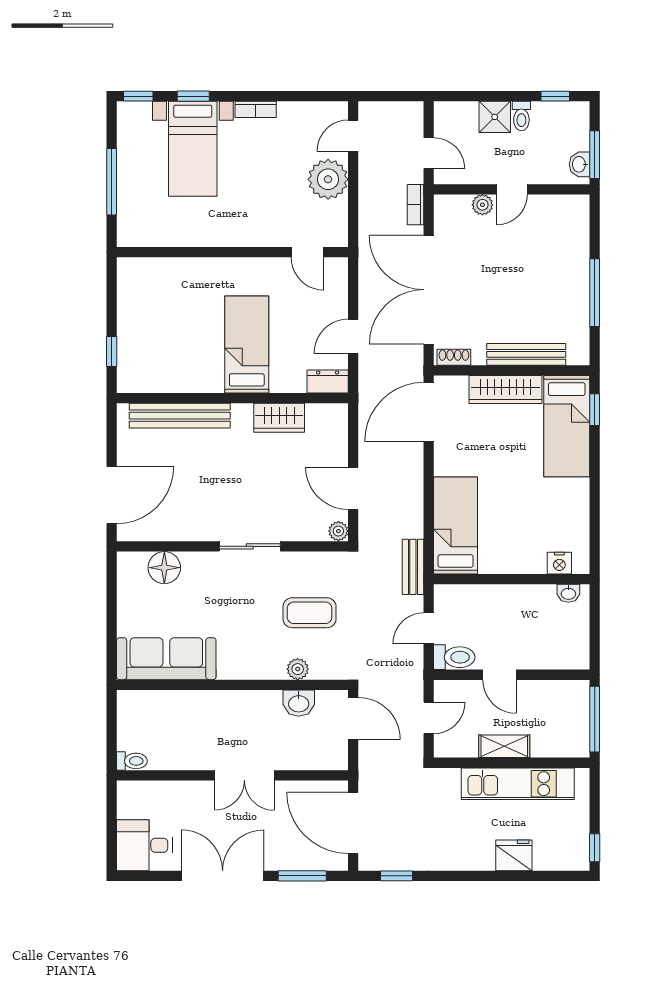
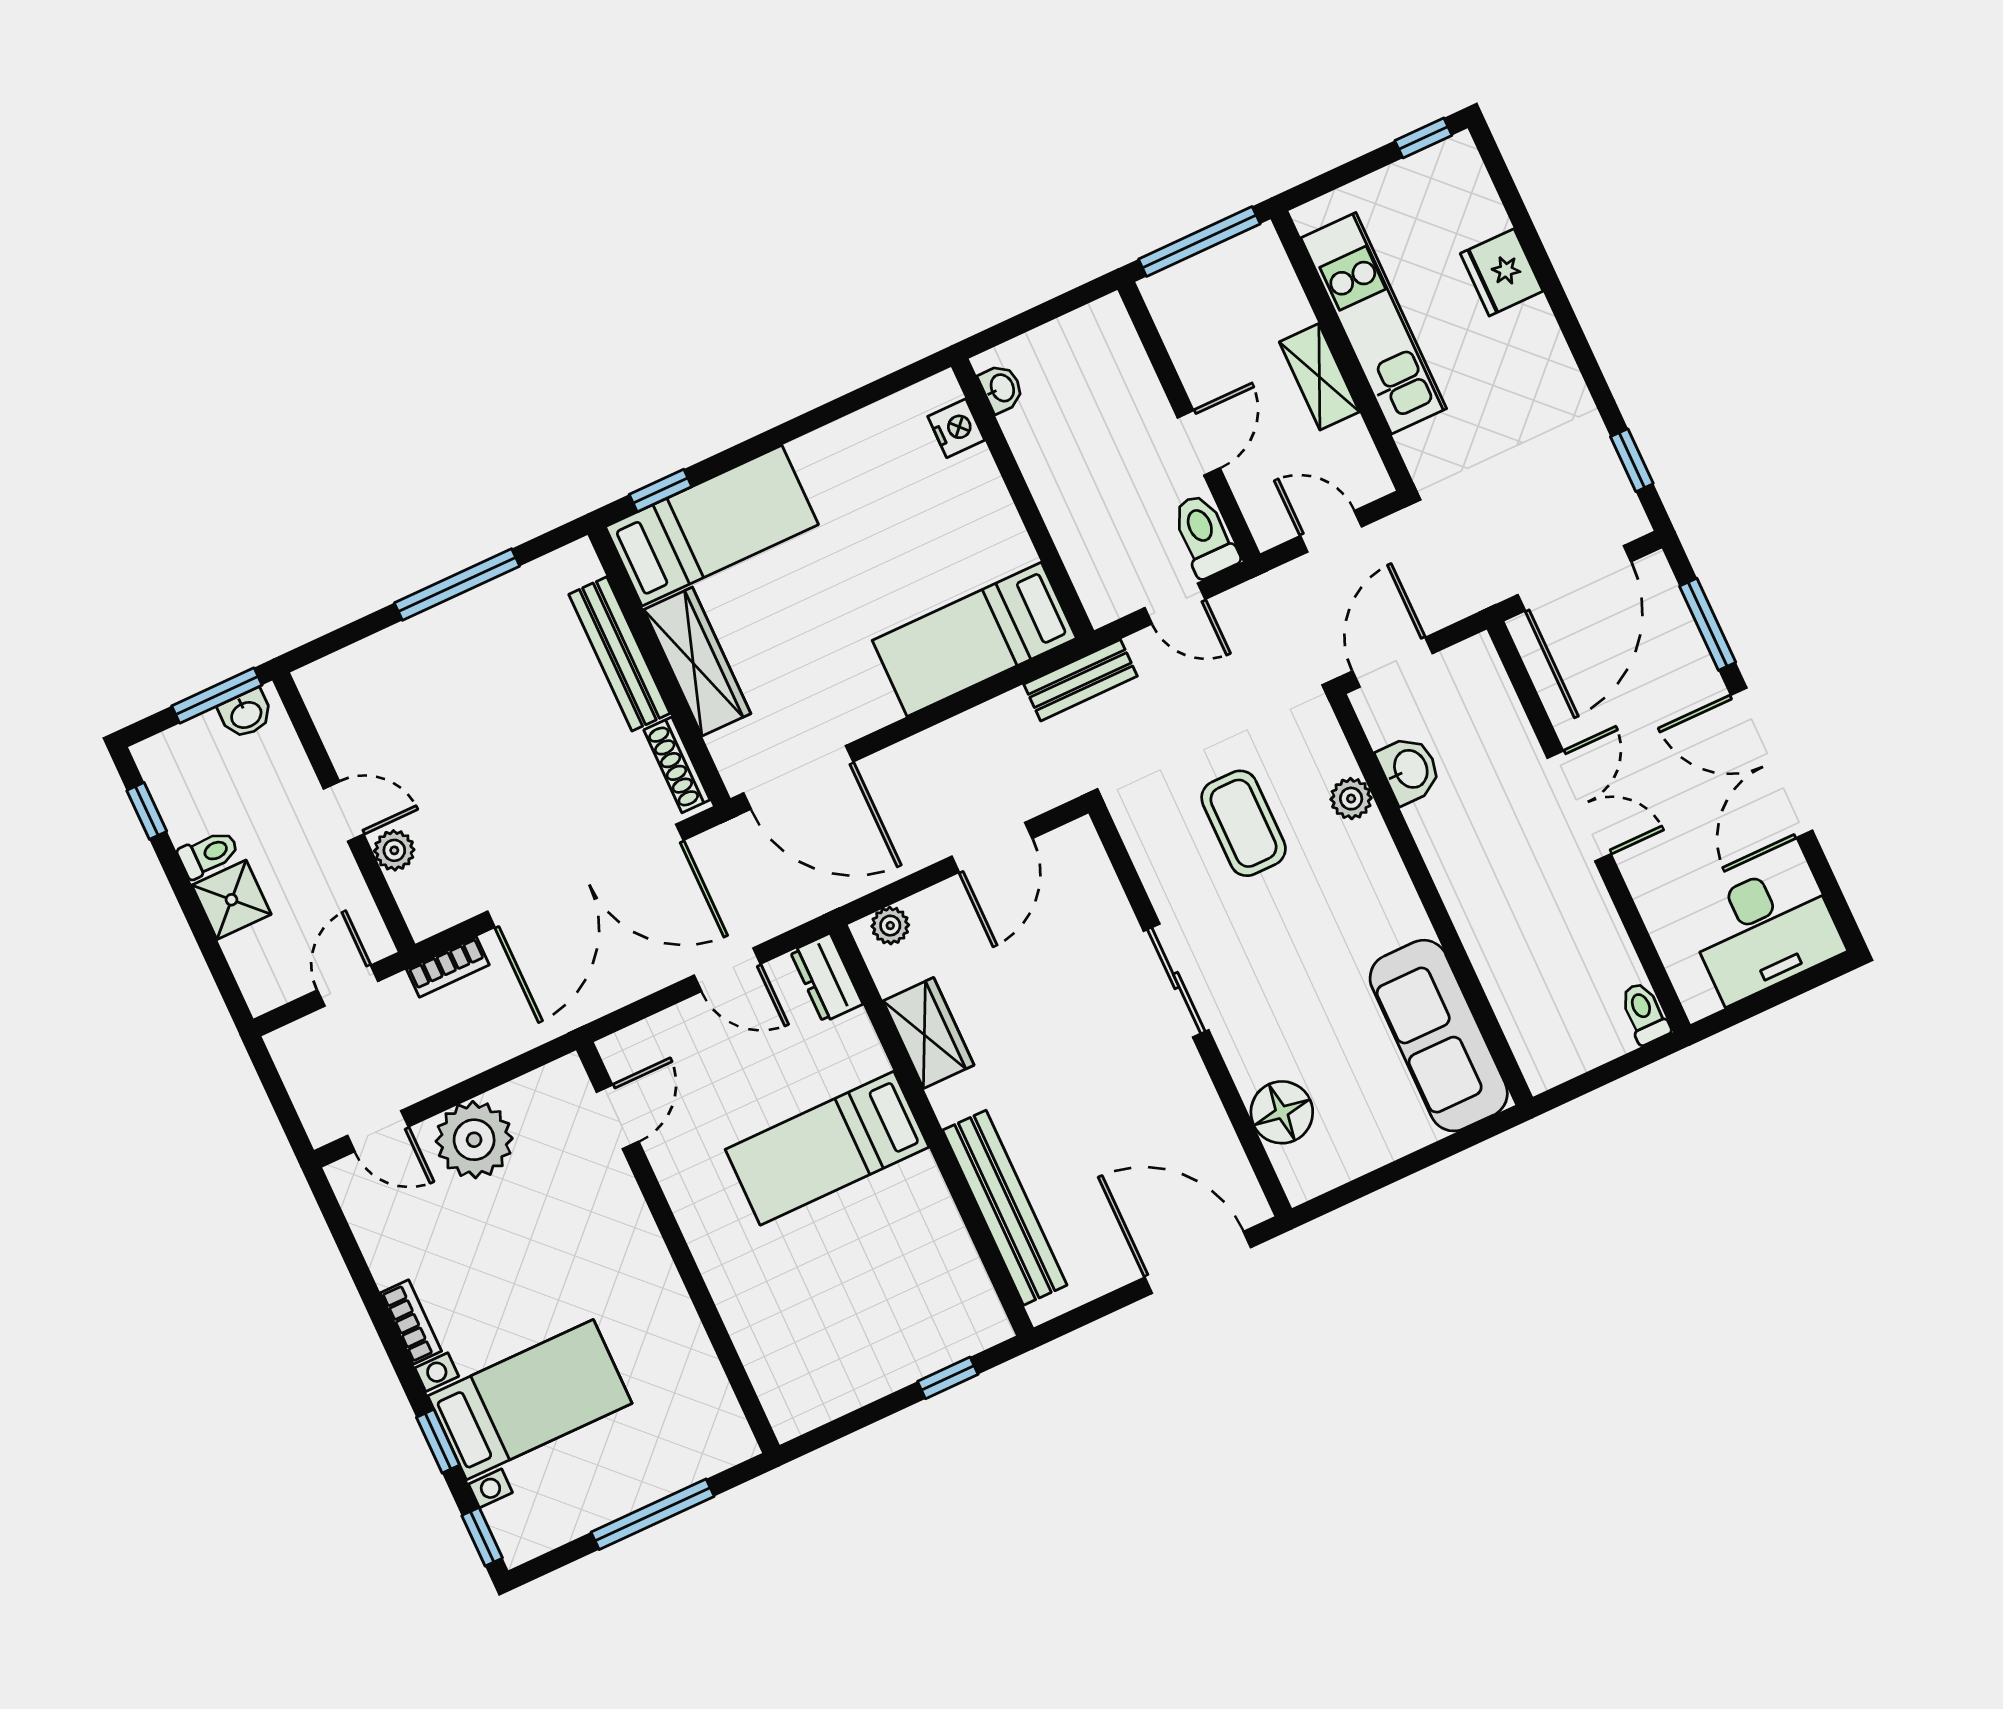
shoe rack: (454, 357) -> (677, 765), width x1.43
plant: (338, 531) -> (890, 926), moved
desk: (144, 845) -> (1765, 931), width x1.37

